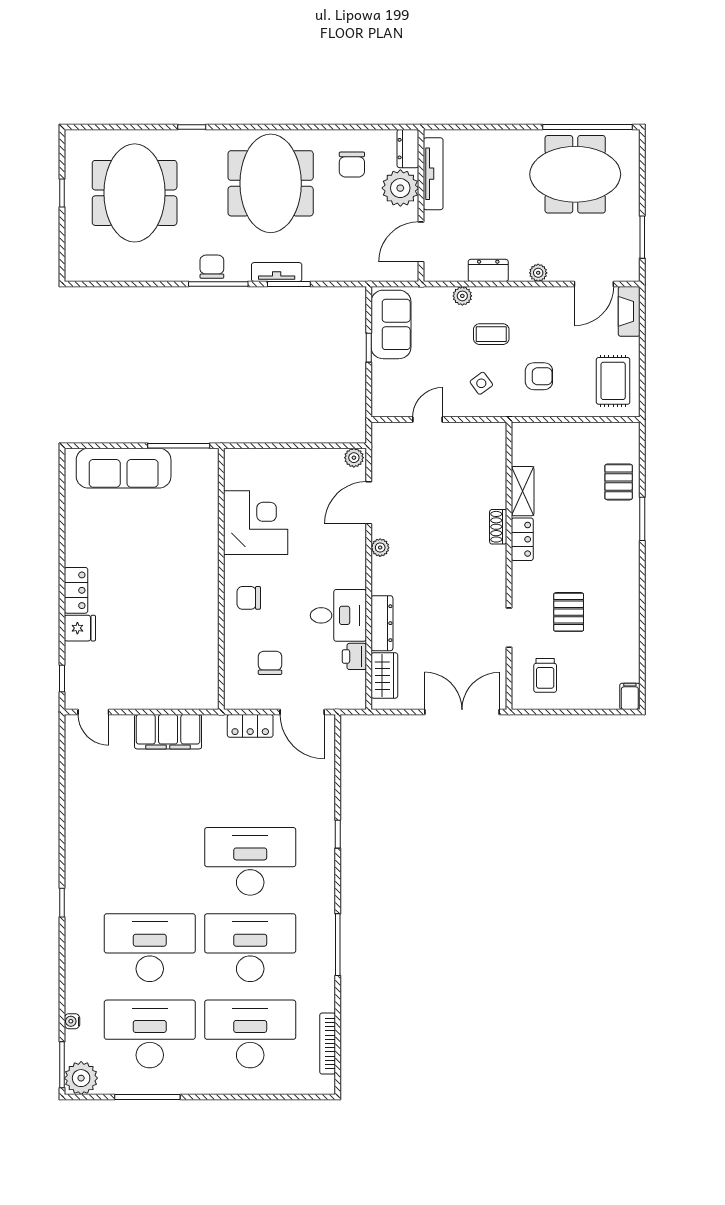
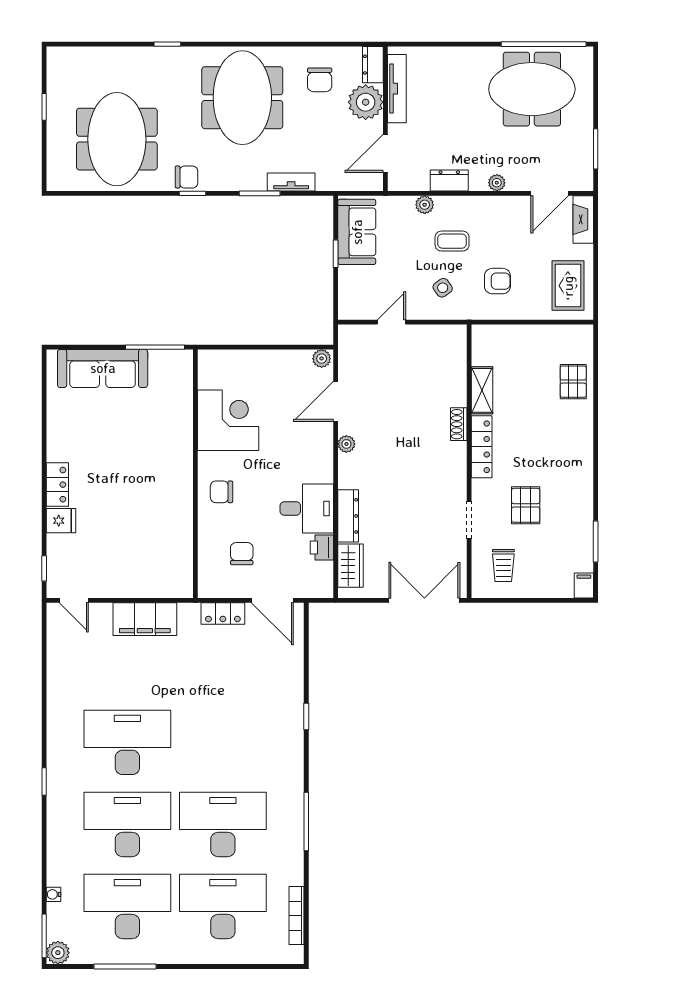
meeting table: (135, 193) -> (117, 139), moved
chair: (212, 267) -> (186, 177), turned 90
tv unit: (277, 272) -> (291, 182), moved
window: (218, 284) -> (193, 193), width x0.46
window: (642, 519) -> (596, 541), moved
locker: (522, 539) -> (482, 447), width x1.53
desk: (250, 861) -> (127, 742), moved
plant: (81, 1078) -> (58, 953), width x0.73, depth x0.73

